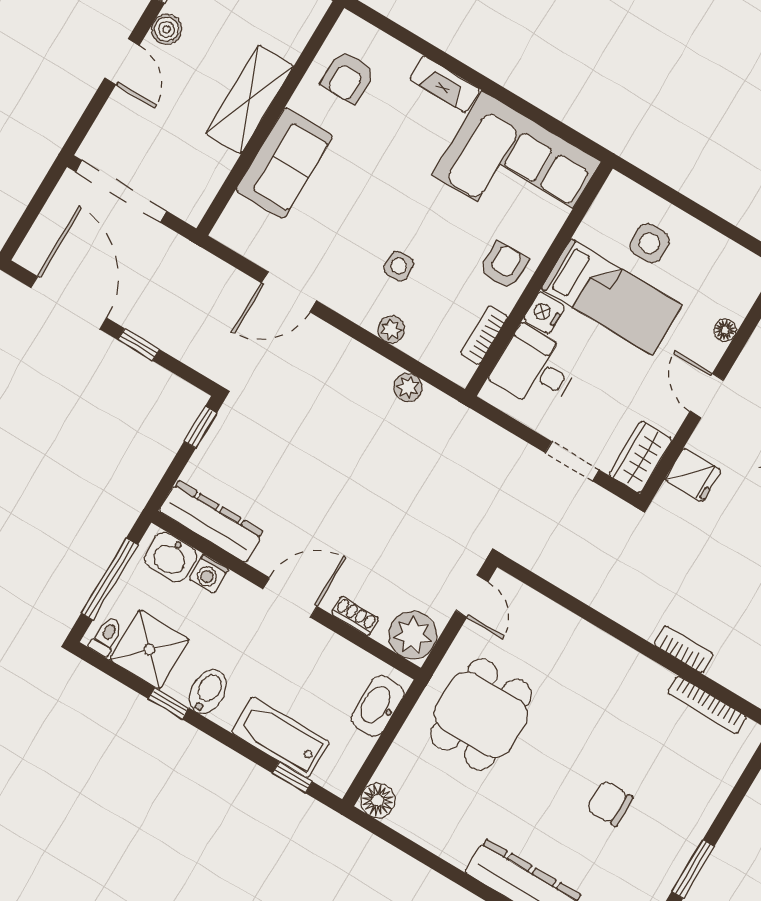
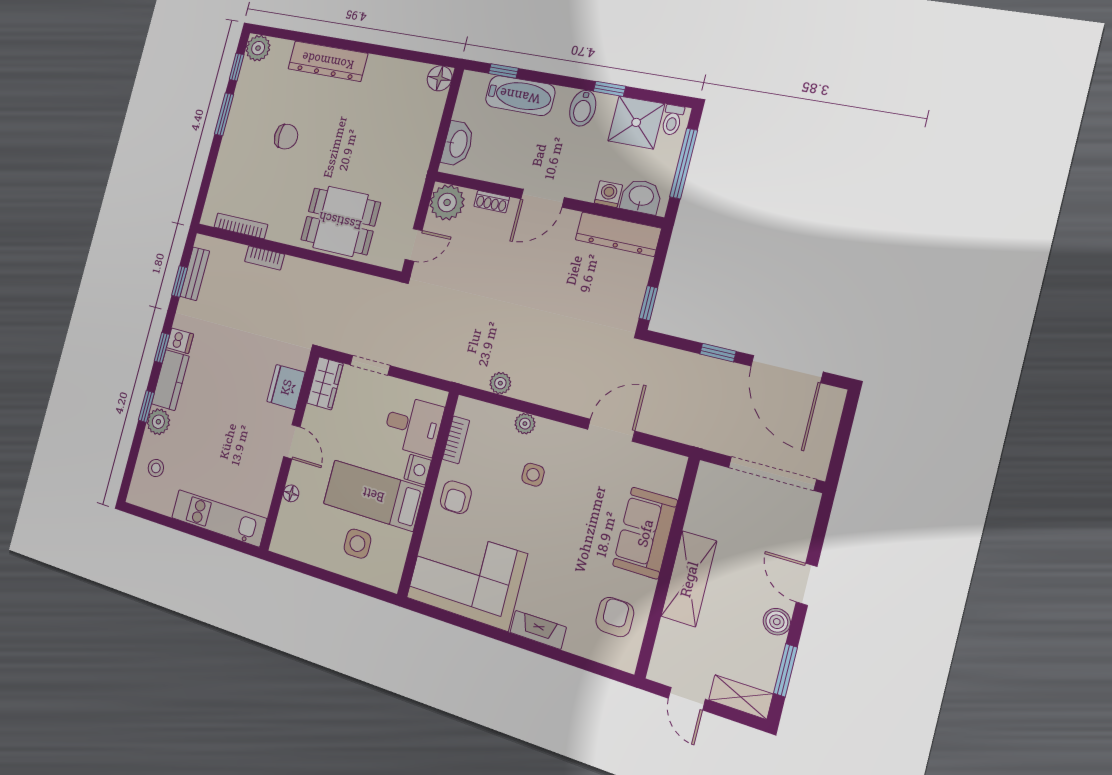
fridge: (693, 475) -> (286, 387), width x1.38
door: (472, 596) -> (414, 245), swing flipped
dining table: (481, 715) -> (340, 221), moved, turned 90

